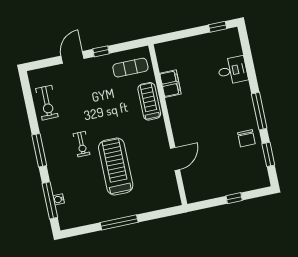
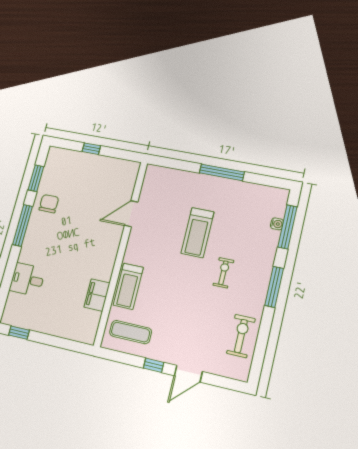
treadmill: (116, 167) -> (197, 233), width x0.73, depth x0.73

